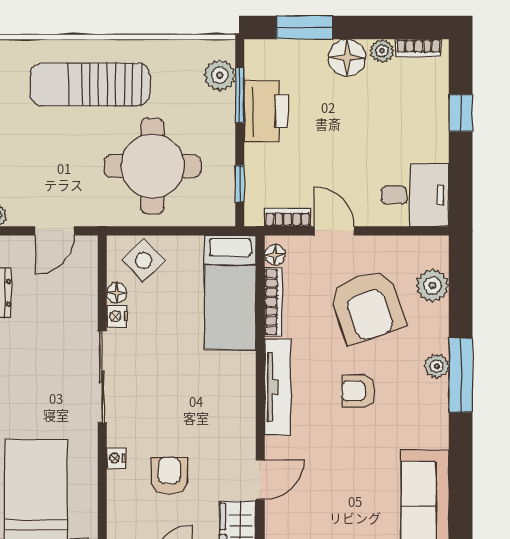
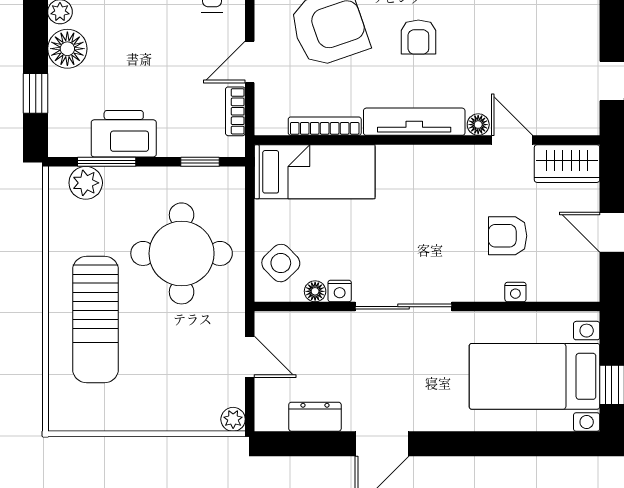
window: (305, 27) -> (36, 93), width x0.67
floor lamp: (275, 255) -> (478, 125), moved
nightstand: (116, 458) -> (515, 292), moved

